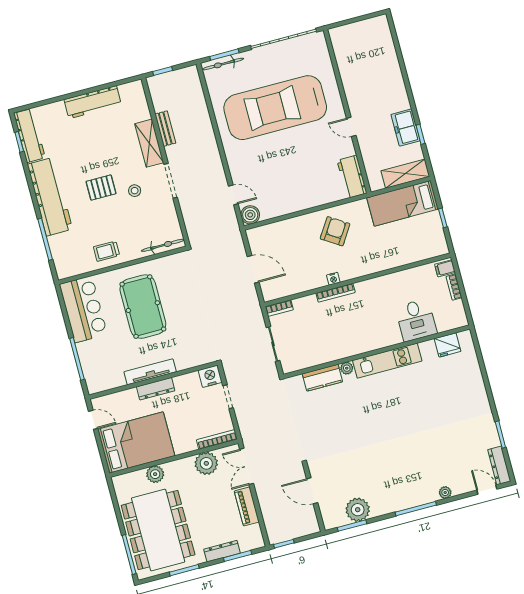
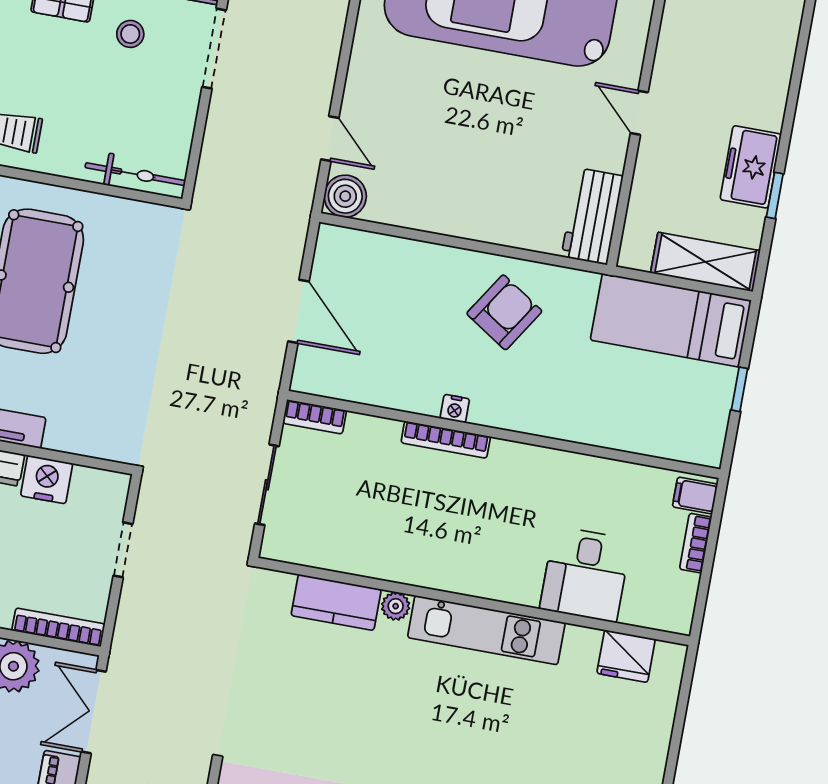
nightstand: (210, 376) -> (47, 480), moved

